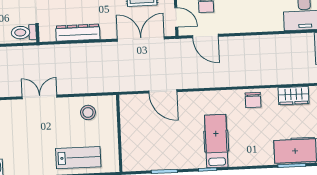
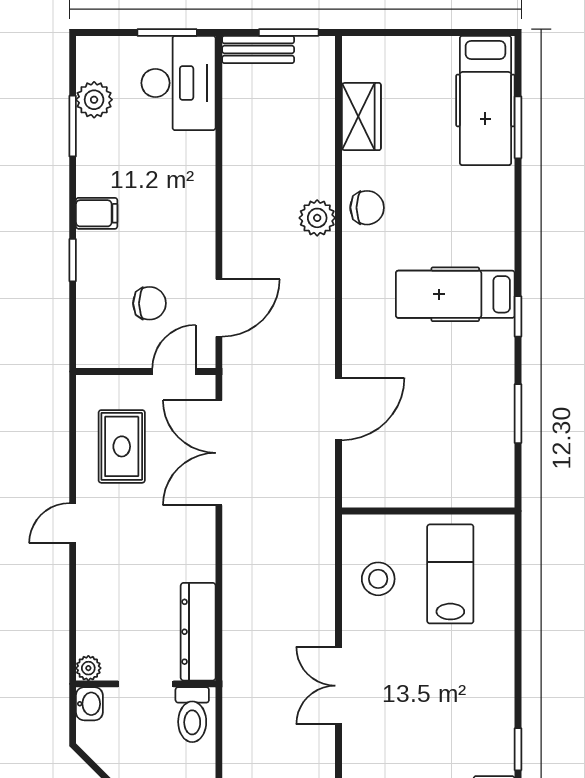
dresser: (78, 33) -> (198, 632), moved
plant: (247, 78) -> (317, 218), added
lab bench: (78, 158) -> (450, 574), moved

